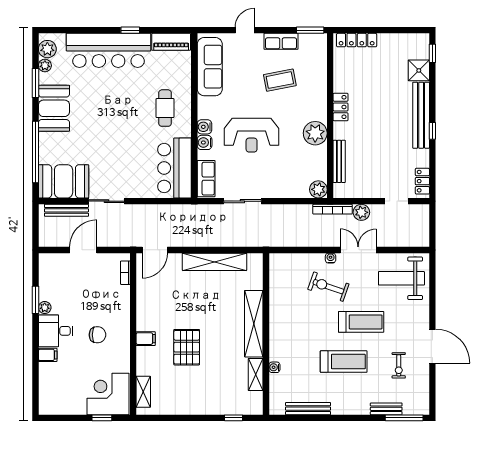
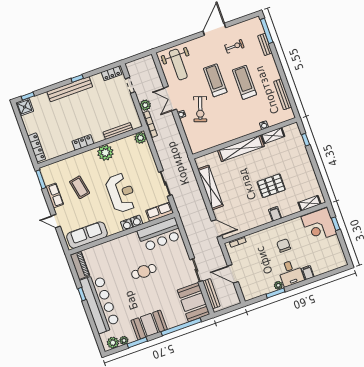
shower: (419, 70) -> (25, 107), moved
cafe table: (165, 108) -> (144, 271), moved

